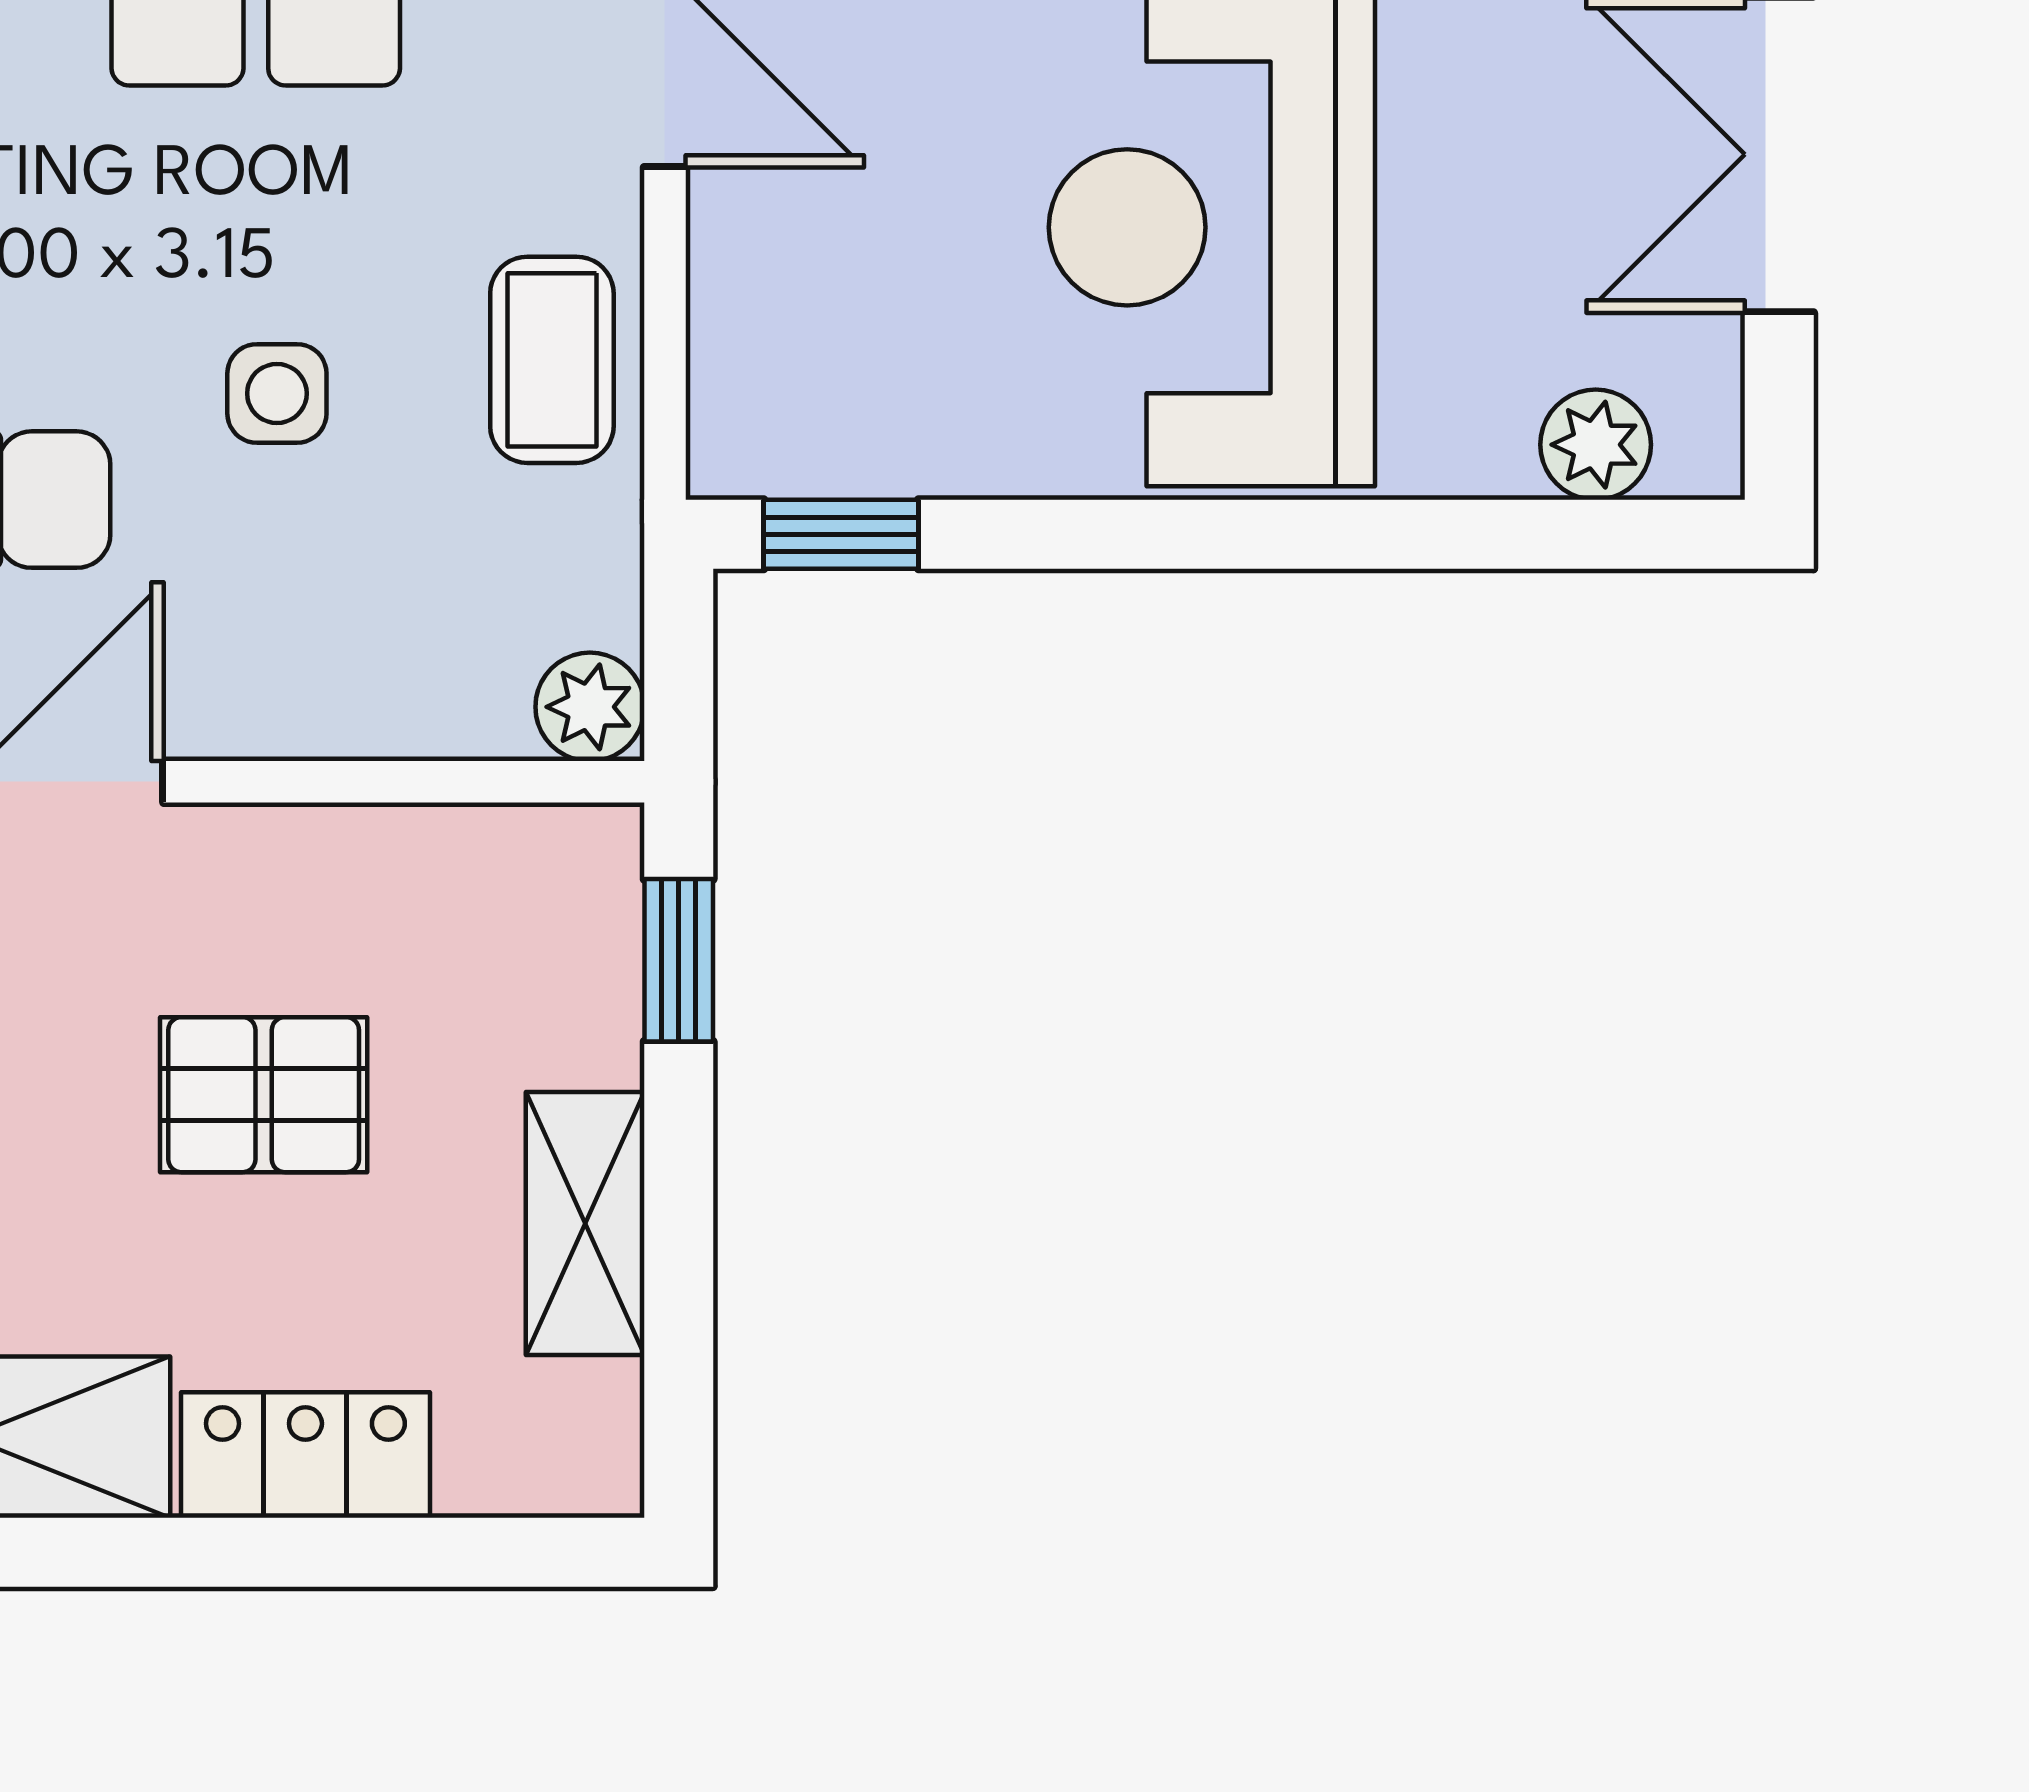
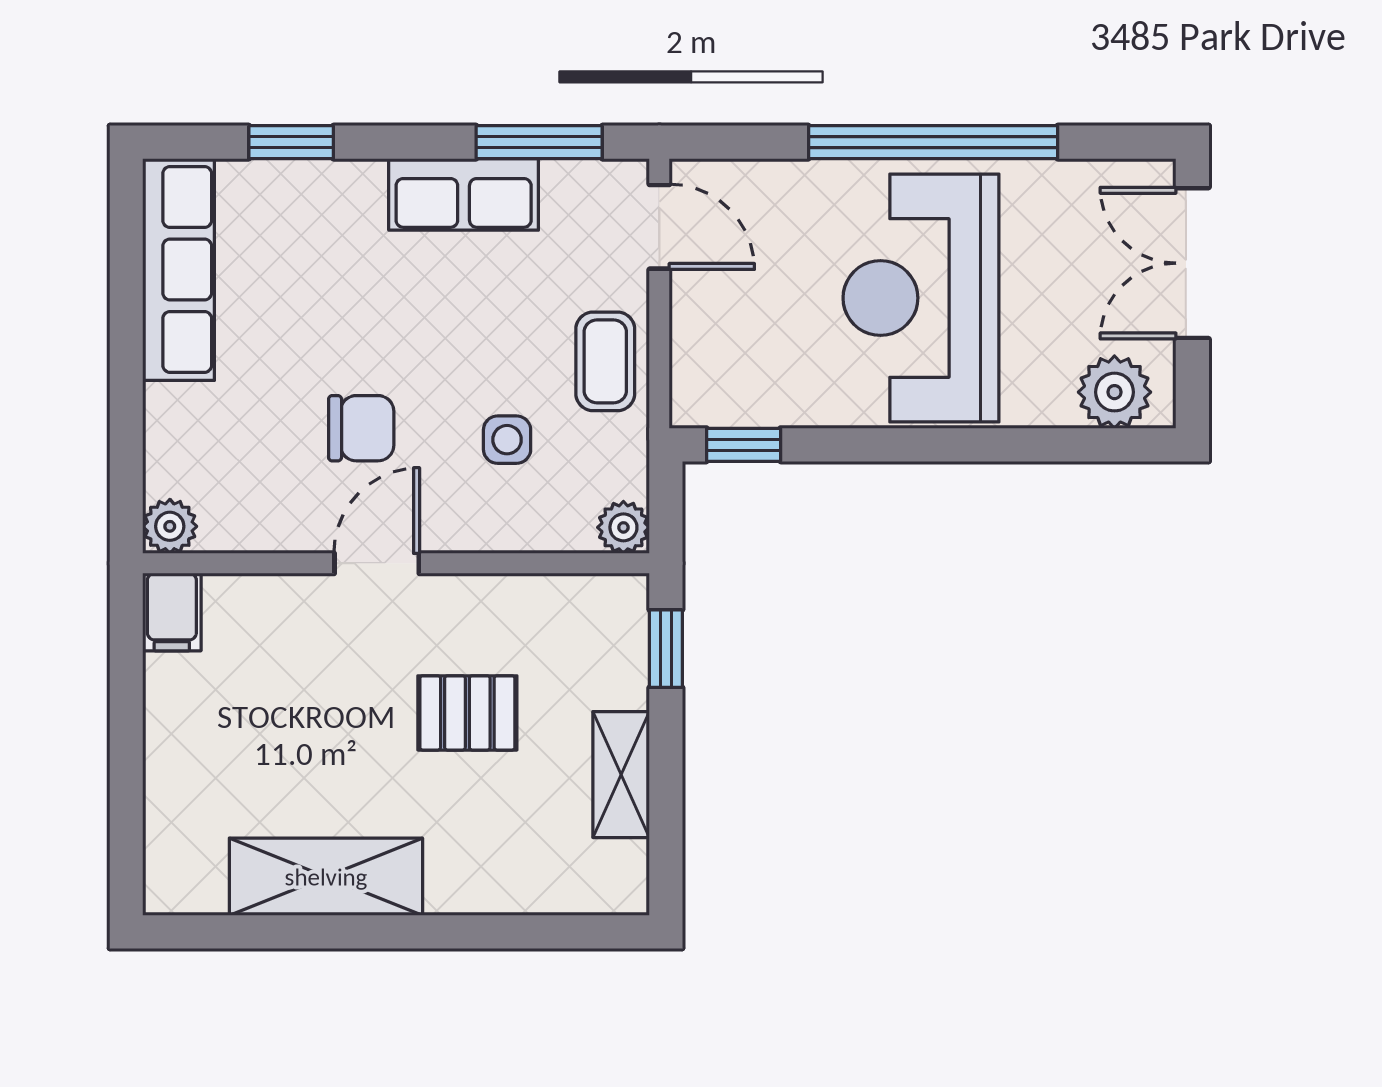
side table: (277, 393) -> (507, 440), moved
plant: (1596, 445) -> (1114, 392), width x1.38, depth x1.38
locker: (305, 1455) -> (487, 885), removed

